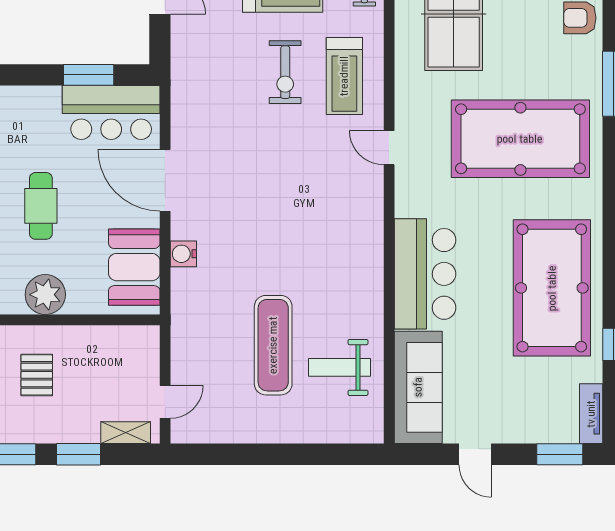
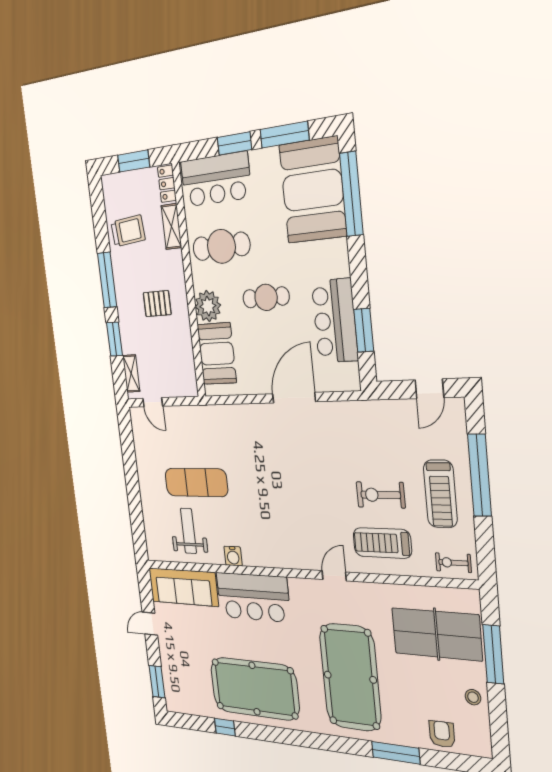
bar counter: (111, 112) -> (335, 321), moved
water cooler: (183, 254) -> (233, 556), moved, turned 180
booth: (134, 267) -> (217, 354), moved, turned 90
tv unit: (591, 414) -> (183, 706), removed

